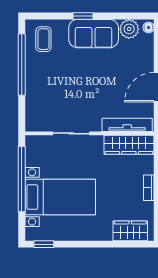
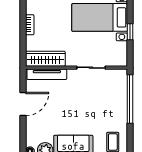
window: (22, 65) -> (130, 99), moved
window: (22, 179) -> (130, 32), width x0.32

